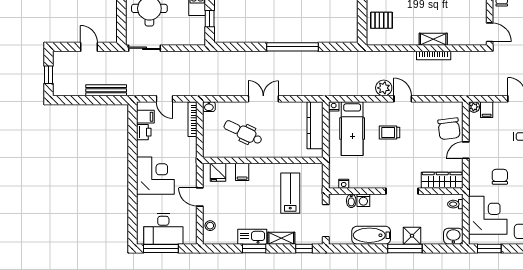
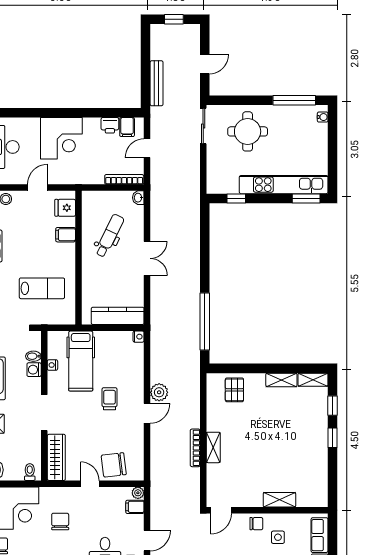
window: (293, 47) -> (205, 321), moved
hospital bed: (352, 129) -> (81, 361), moved, turned -90
chair: (500, 177) -> (60, 522), turned -90
nightstand: (344, 184) -> (52, 365), moved

